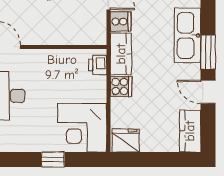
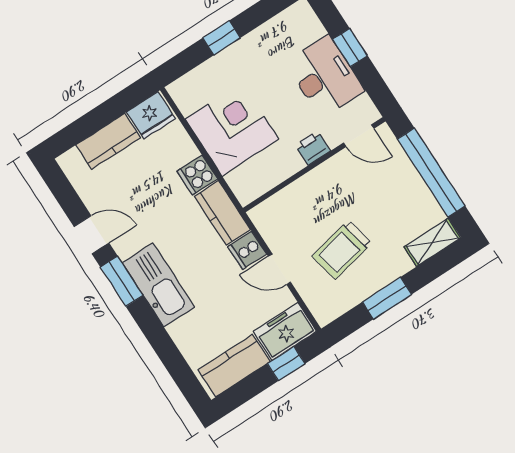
printer: (98, 65) -> (313, 148), moved, turned -90
corner desk: (82, 128) -> (232, 129), moved
kitchen counter: (190, 131) -> (108, 141), moved, turned 90

